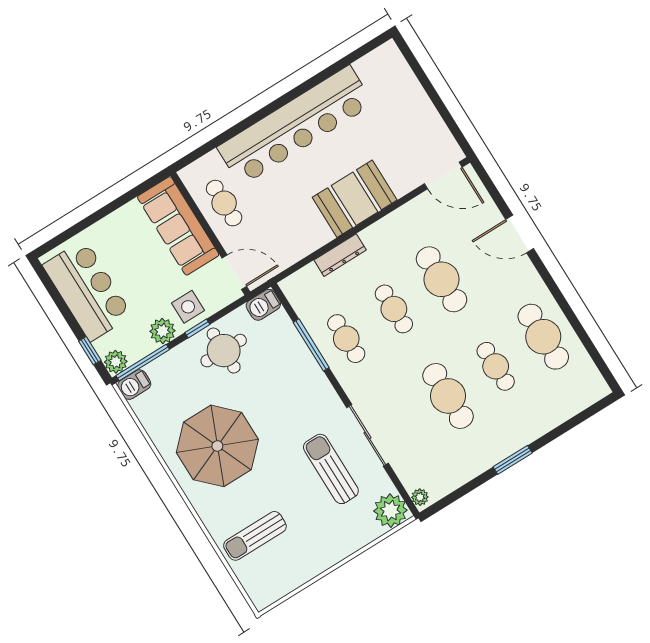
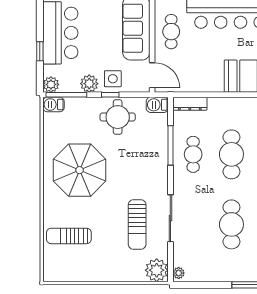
dresser: (340, 255) -> (190, 104), moved
cafe table: (394, 309) -> (231, 154), width x1.37, depth x1.35
window: (90, 351) -> (40, 51), moved
sun lounger: (331, 469) -> (137, 224), turned 180

